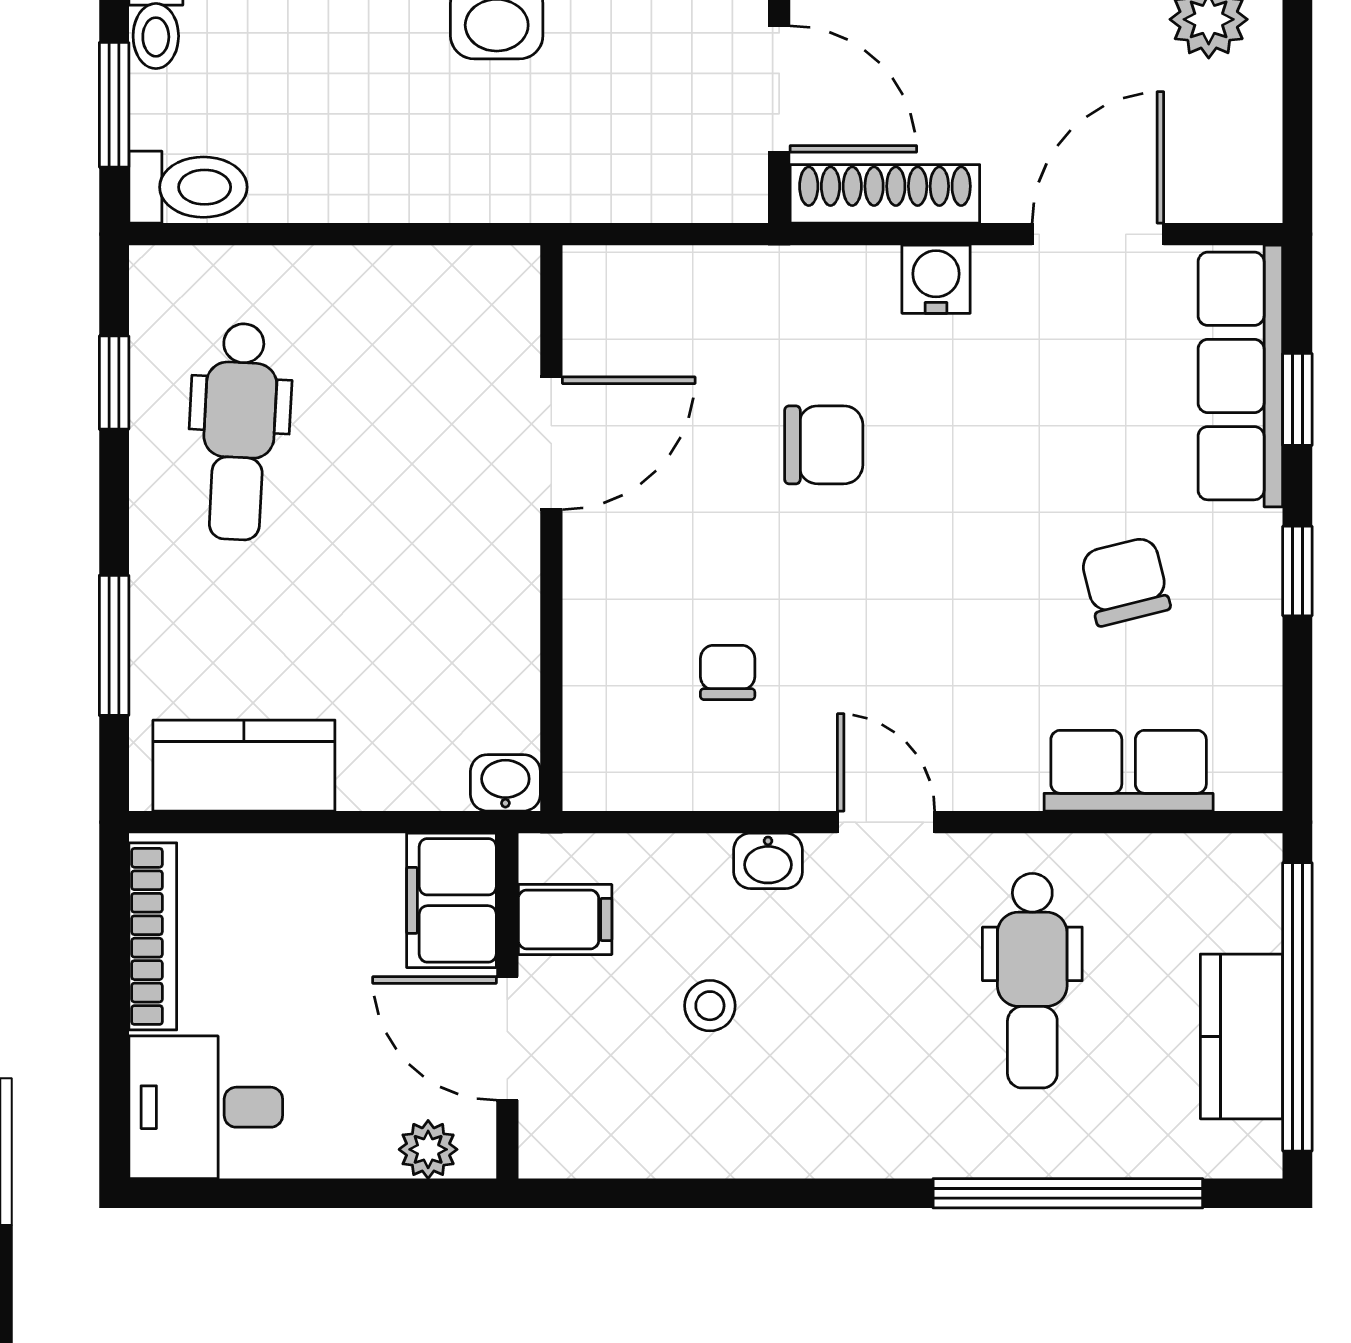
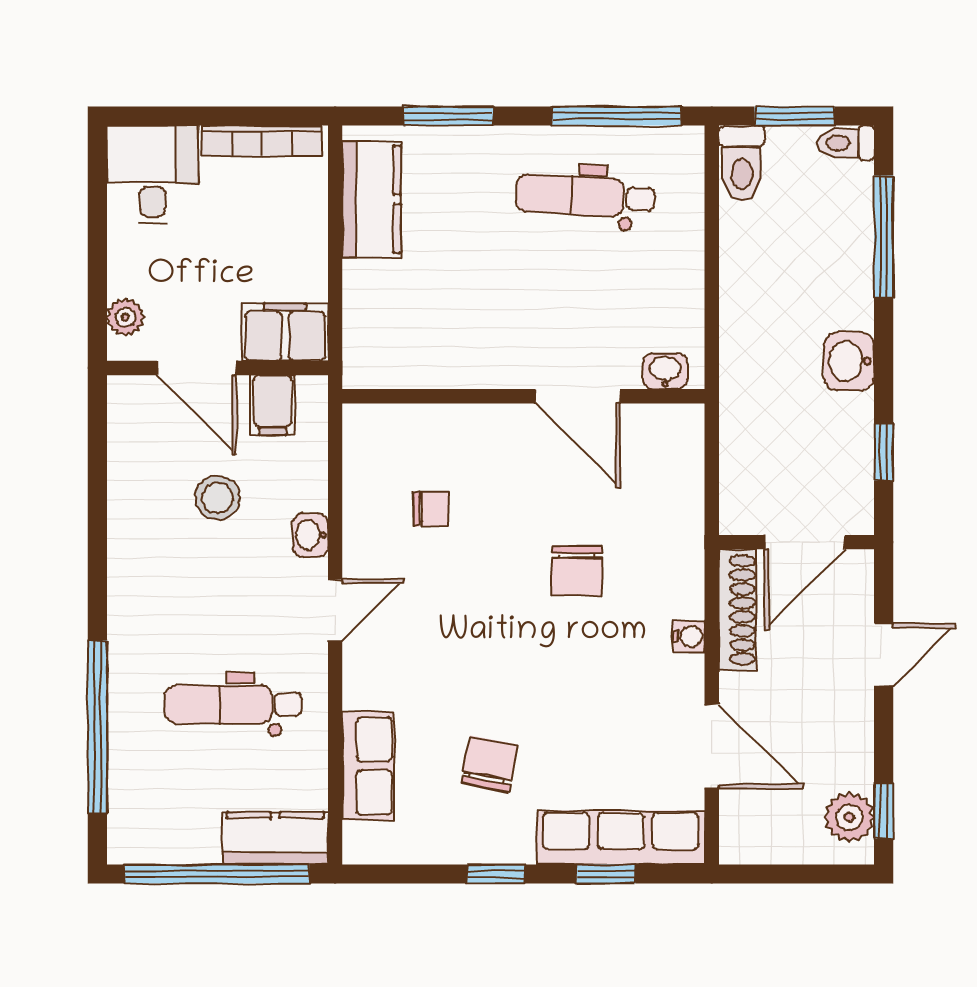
water cooler: (936, 279) -> (689, 637), width x0.72, depth x0.72
window: (114, 383) -> (617, 116), width x2.17
chair: (1125, 581) -> (489, 764), turned -65
washbasin: (505, 783) -> (665, 371), moved, turned -90
stool: (710, 1006) -> (217, 498), width x1.37, depth x1.37
kitchen counter: (1242, 1036) -> (275, 838), moved
door: (507, 1038) -> (197, 368), swing flipped

